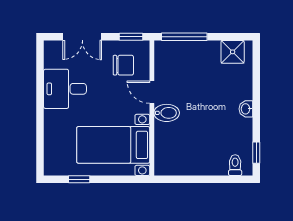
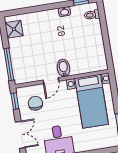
washbasin: (246, 109) -> (64, 12), moved

